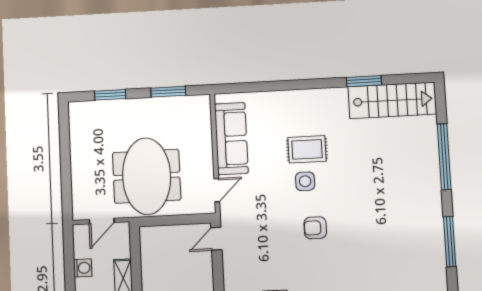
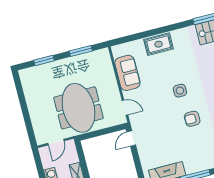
sofa: (231, 139) -> (127, 73), width x0.73
rug: (307, 149) -> (159, 44), moved
door: (217, 190) -> (125, 108), hinge flipped

